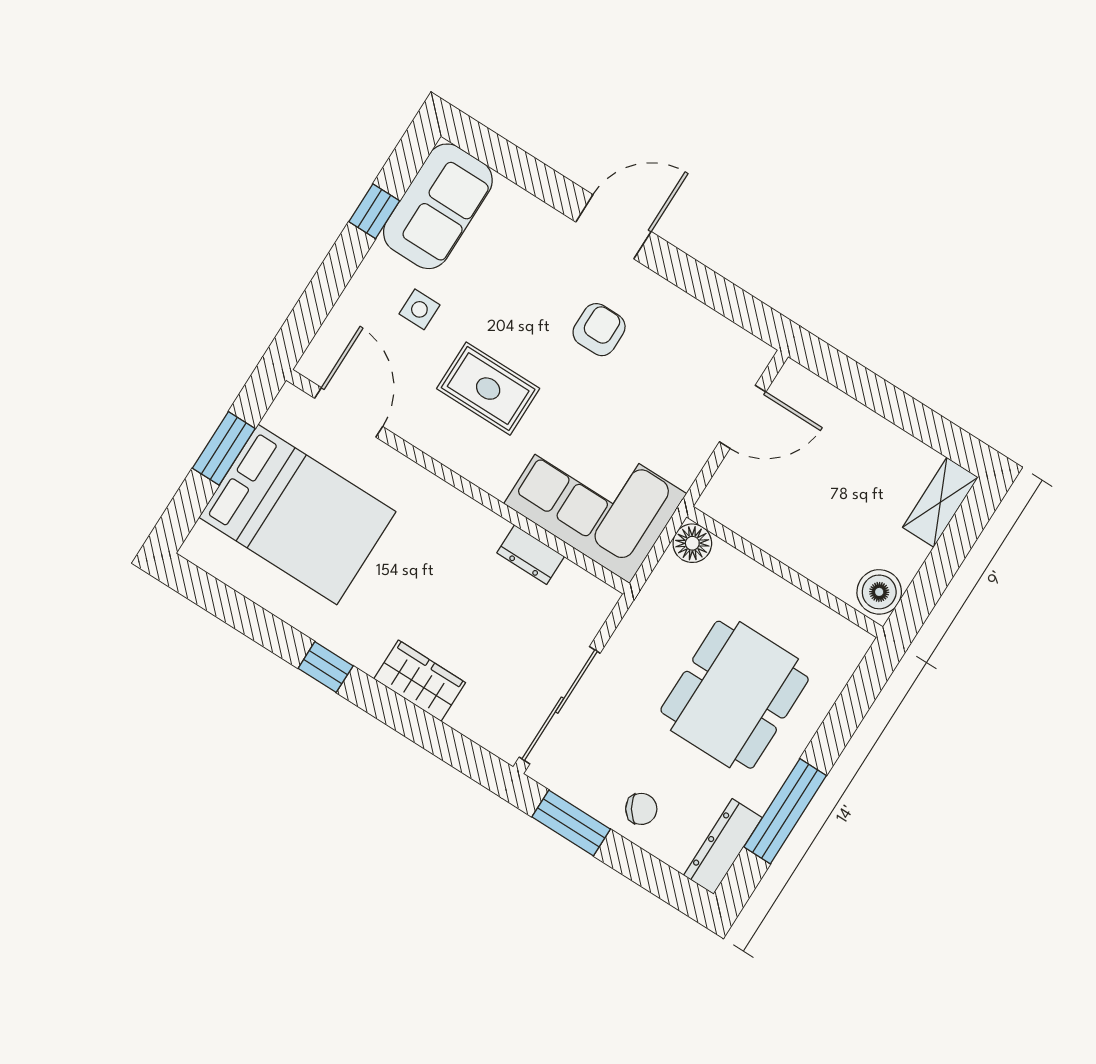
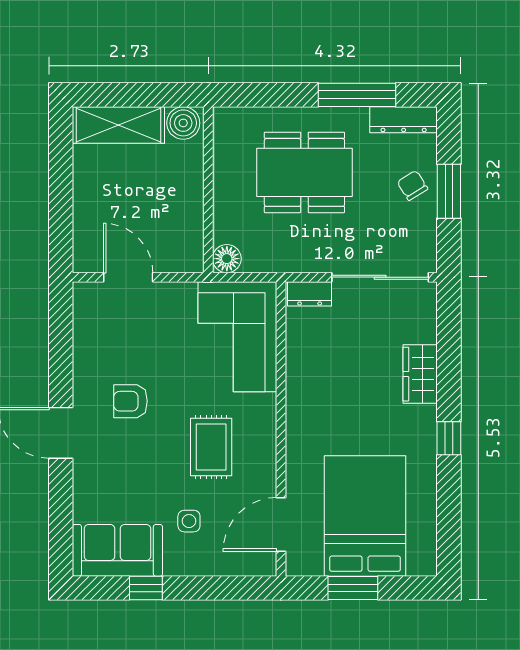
shelving: (940, 502) -> (118, 125), width x1.50, depth x1.33
dresser: (531, 555) -> (310, 294), moved, turned 90
window: (571, 823) -> (449, 191), moved

